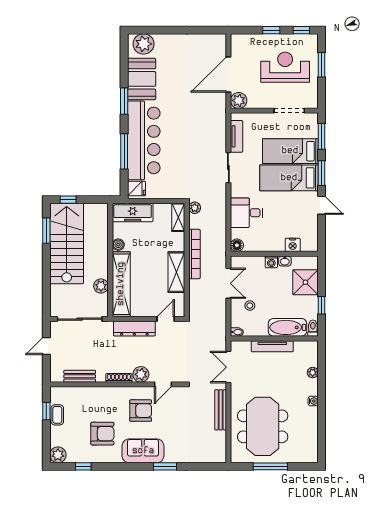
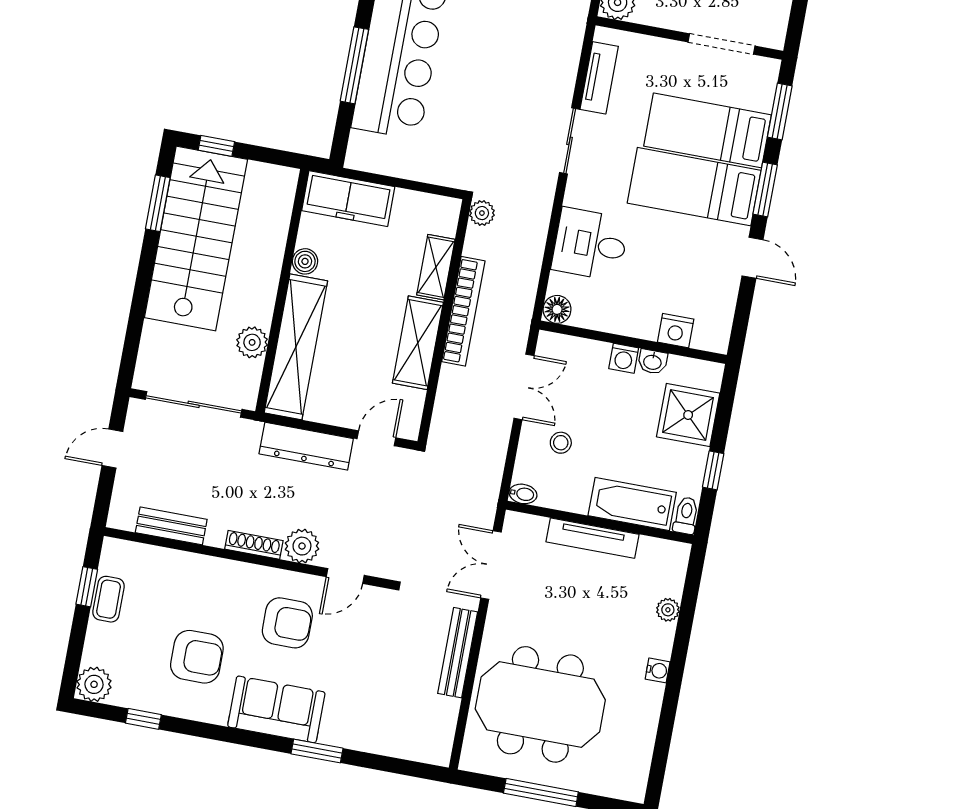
fridge: (137, 189) -> (366, 149), removed
shelving: (178, 217) -> (436, 267), moved
meeting table: (263, 426) -> (540, 704), turned 90

